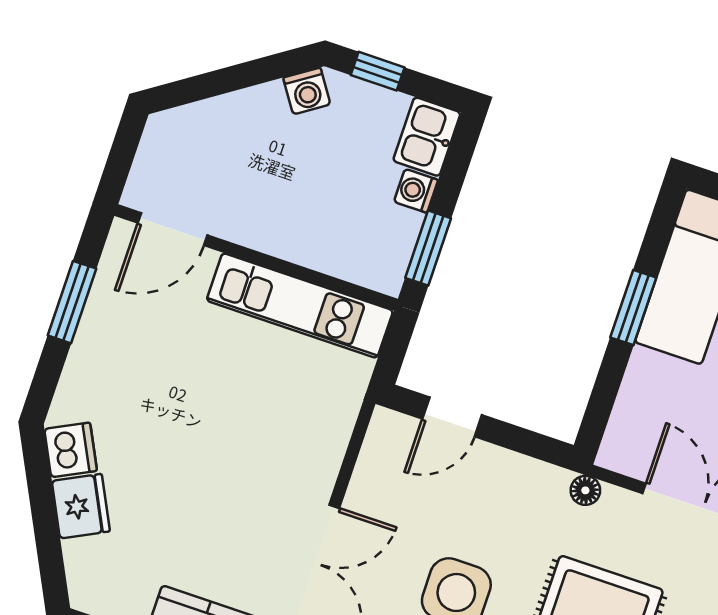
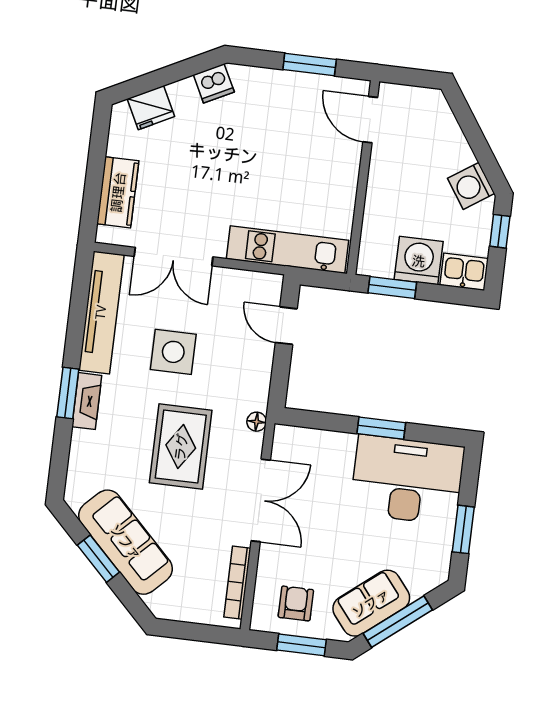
washing machine: (307, 91) -> (471, 186), width x1.38, depth x1.38
washing machine: (416, 191) -> (419, 261), width x1.89, depth x1.89
kitchen unit: (300, 306) -> (287, 250), moved, turned 90
fridge: (81, 506) -> (151, 108), moved

